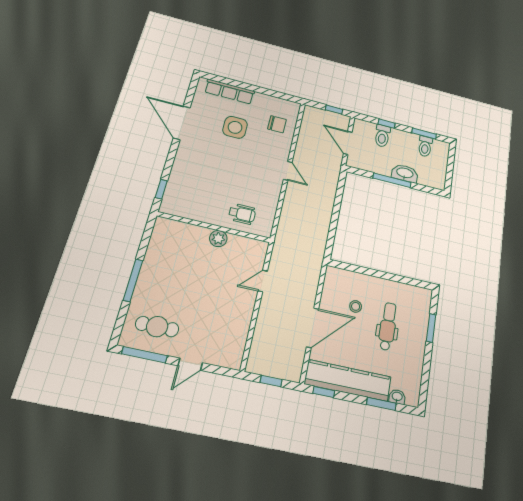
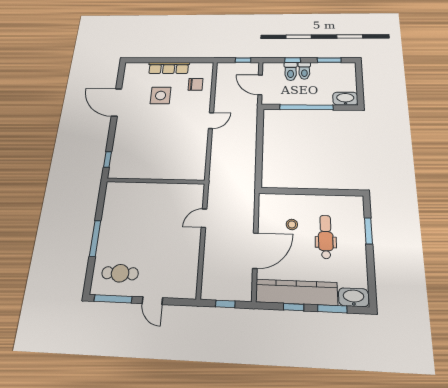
row of seats: (230, 92) -> (169, 68), moved
toilet: (425, 146) -> (304, 71), moved
door: (288, 171) -> (211, 121), hinge flipped
washbasin: (405, 173) -> (345, 99), moved
window: (392, 180) -> (306, 107), width x1.46
wheelchair: (242, 214) -> (177, 165), removed
plant: (218, 238) -> (160, 190), removed
door: (190, 364) -> (152, 301), hinge flipped
window: (324, 392) -> (294, 307), moved
washbasin: (397, 397) -> (354, 297), width x1.91, depth x1.45

